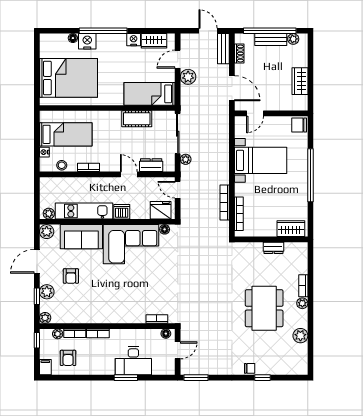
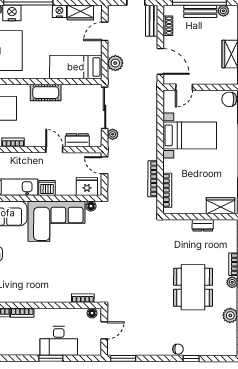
plant: (188, 77) -> (115, 63), moved
cot: (137, 119) -> (46, 93), moved

